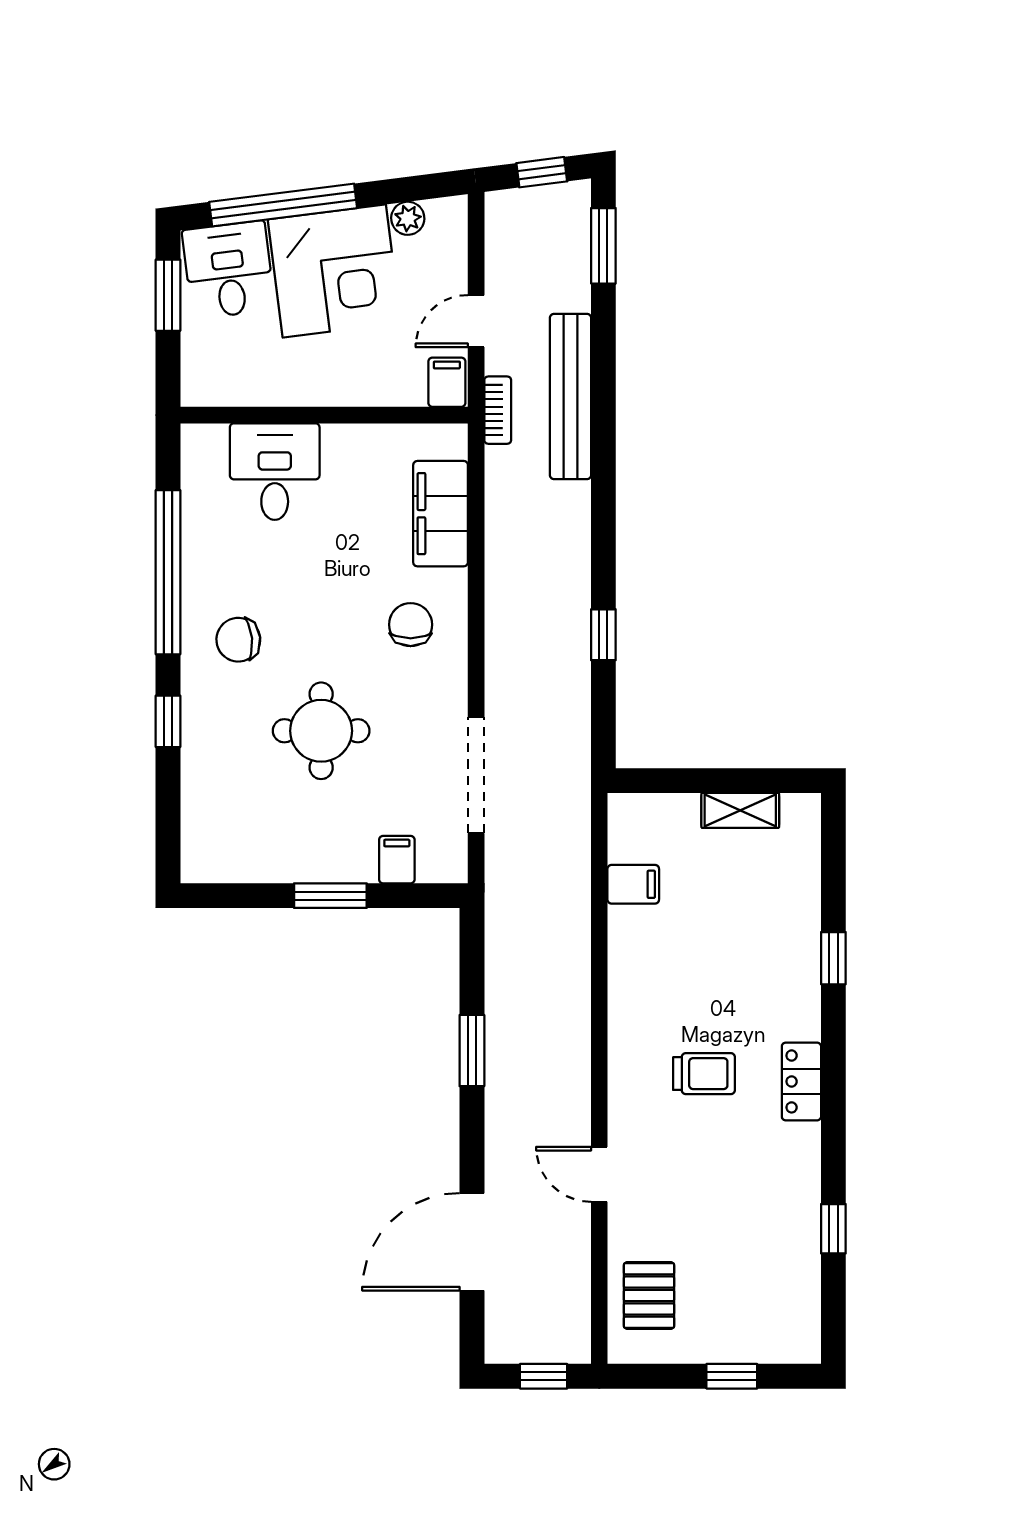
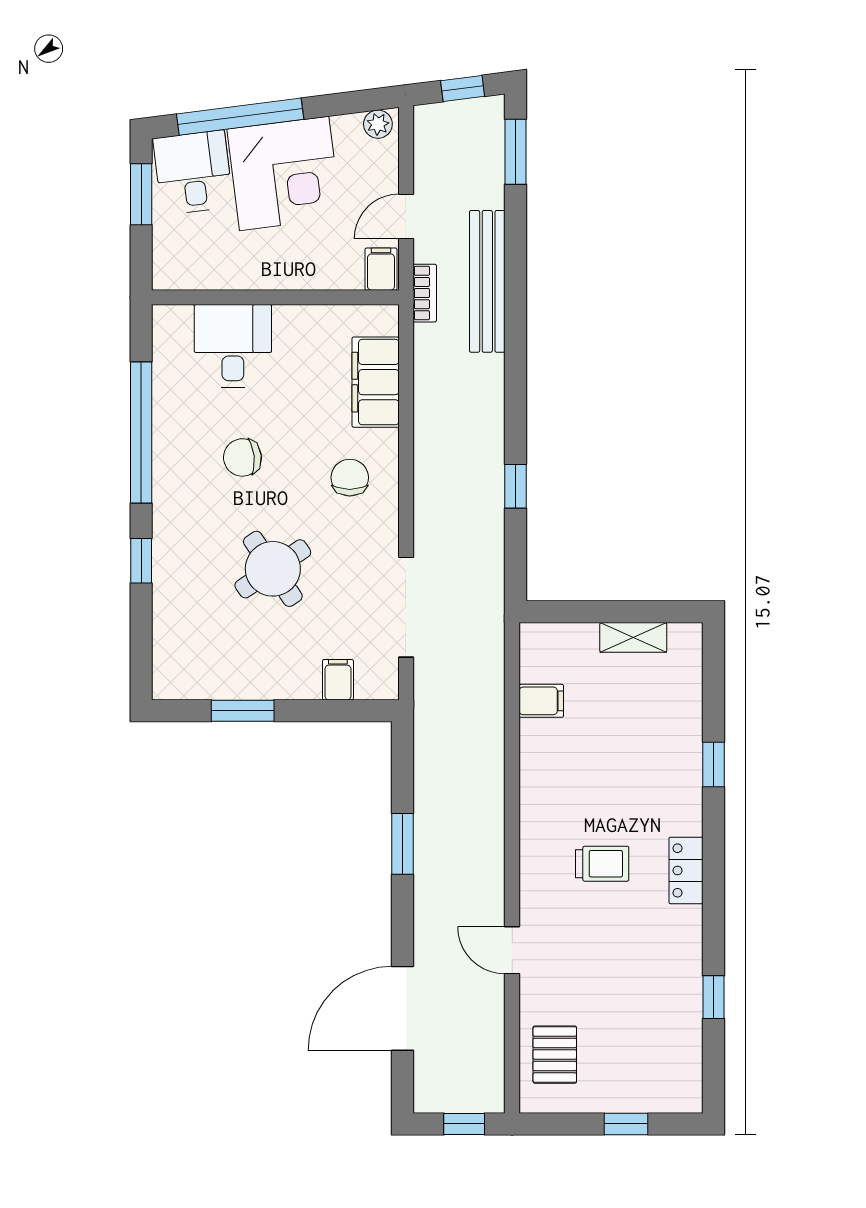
plant: (408, 218) -> (378, 124), moved
chair: (238, 640) -> (242, 457), moved
round table: (321, 731) -> (273, 569), turned -34
window: (330, 896) -> (243, 711), moved

